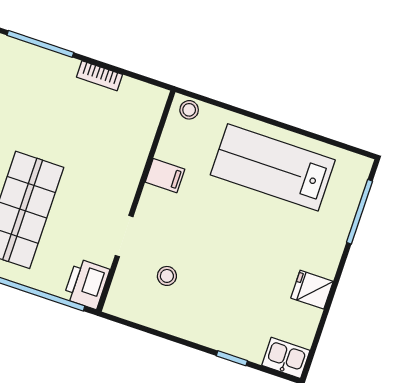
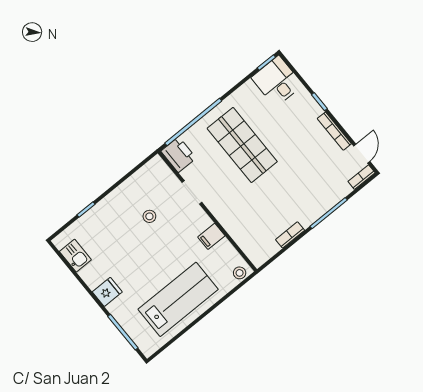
stool: (167, 276) -> (149, 216), moved
fridge: (312, 290) -> (107, 292), moved
kitchen sink: (286, 358) -> (75, 256), moved, turned -90

